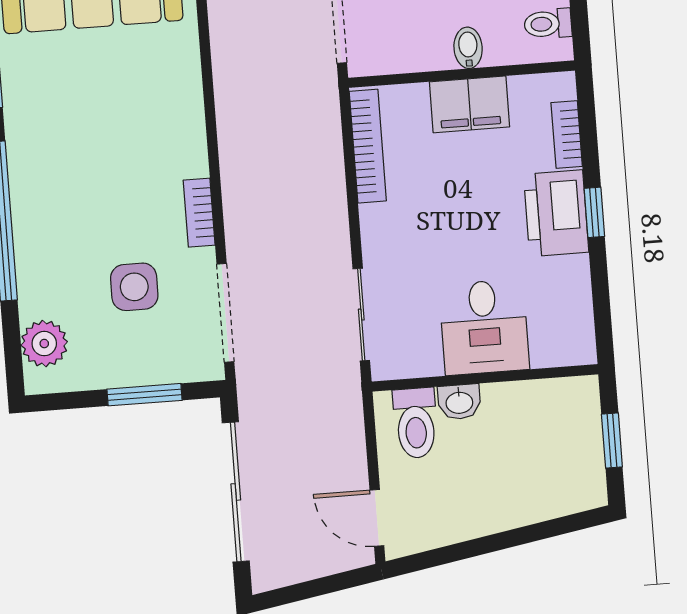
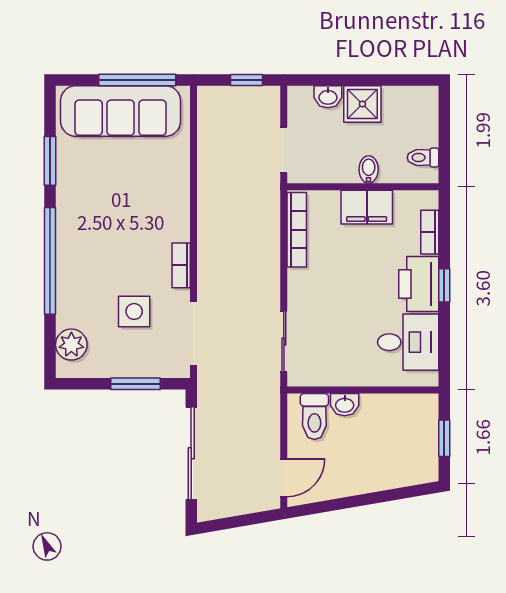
desk: (484, 327) -> (408, 342), moved, turned -90
door: (377, 518) -> (284, 478), swing flipped

